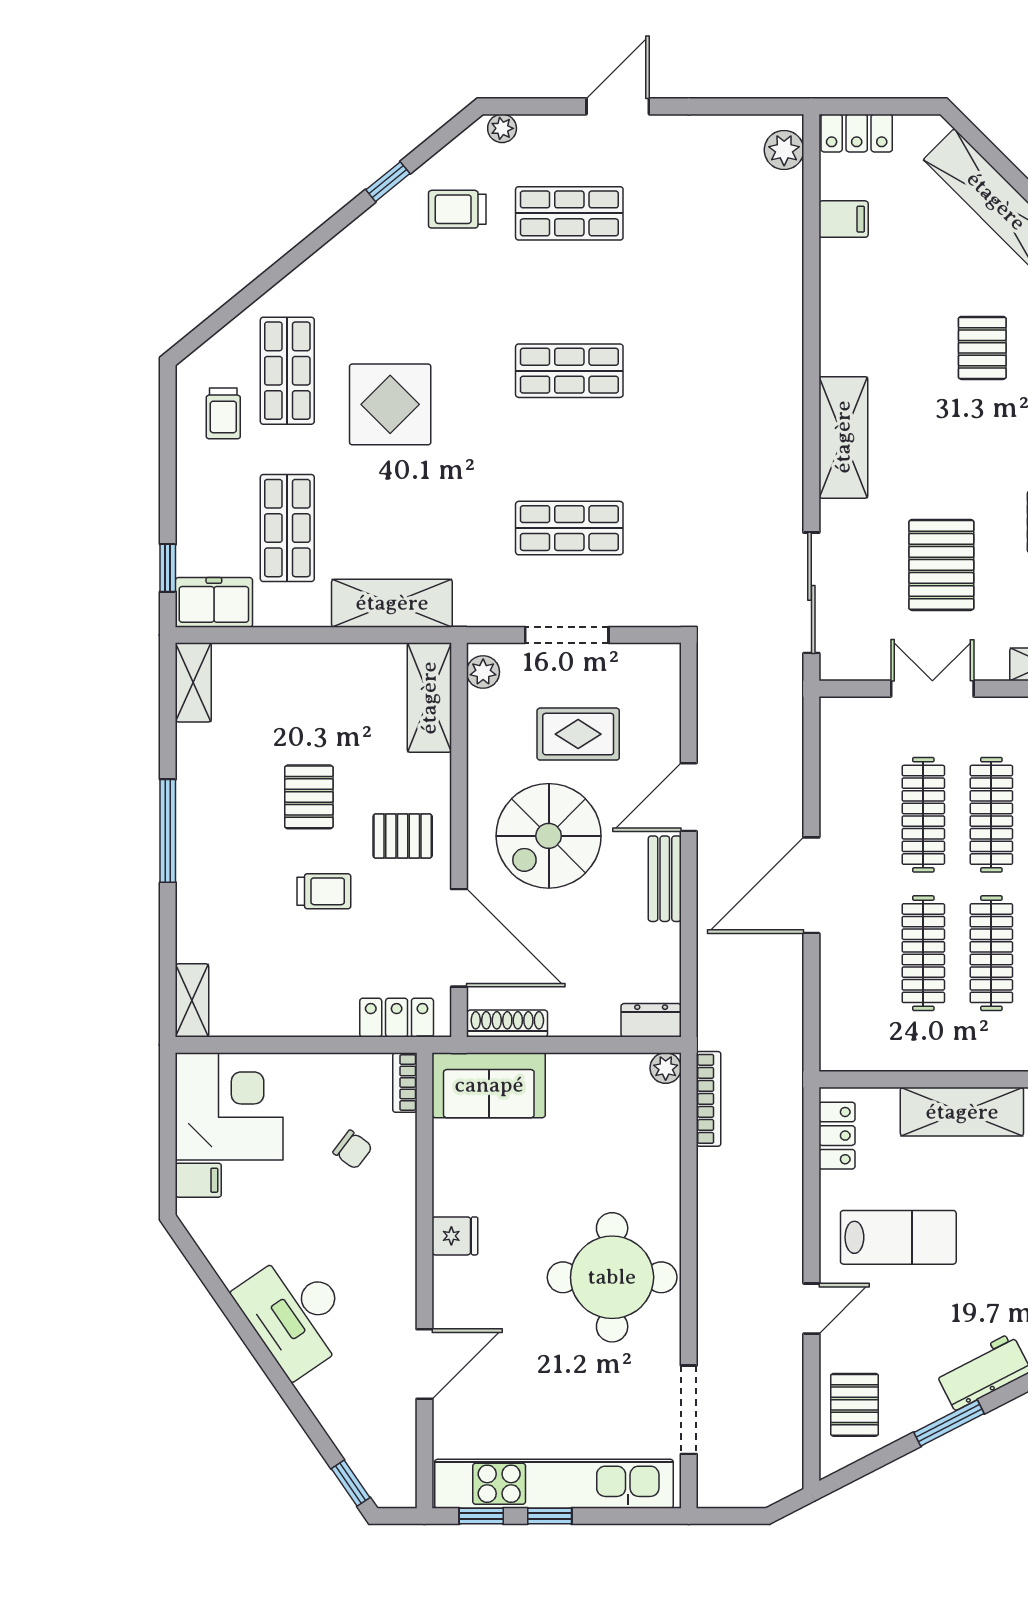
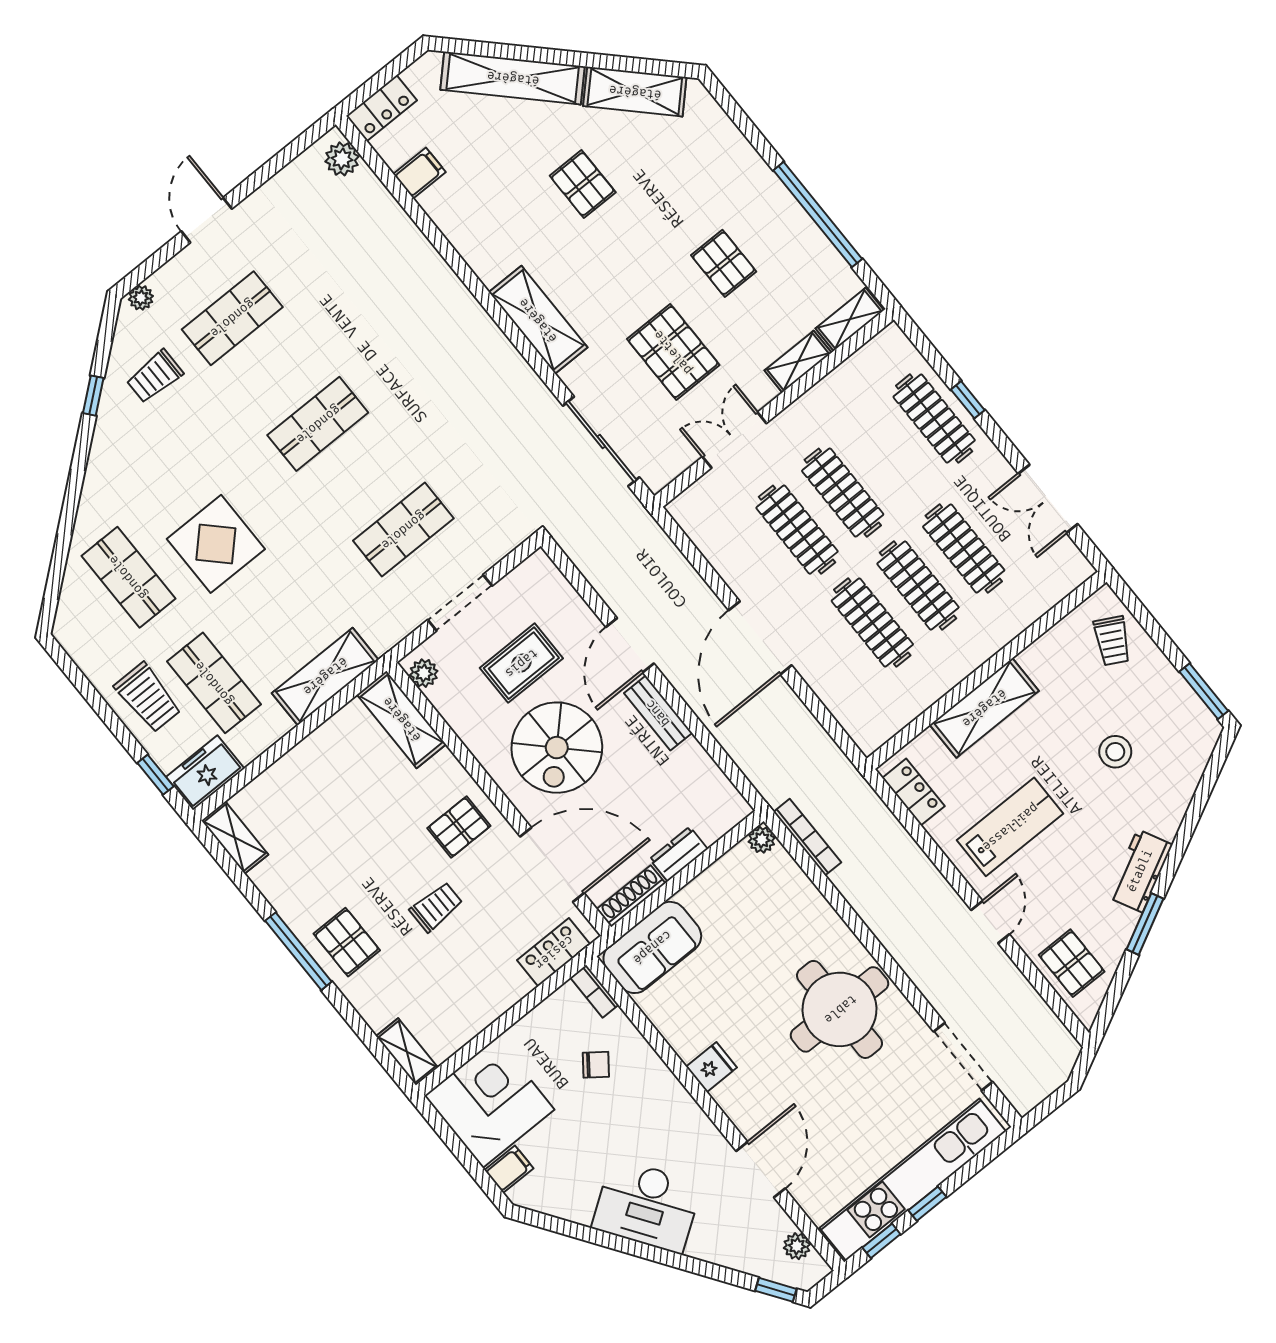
trolley: (223, 413) -> (148, 698), moved, width x1.36, depth x1.39
pallet: (309, 797) -> (347, 942), moved
dresser: (651, 1020) -> (679, 854), moved
plant: (401, 1459) -> (797, 1246), added

